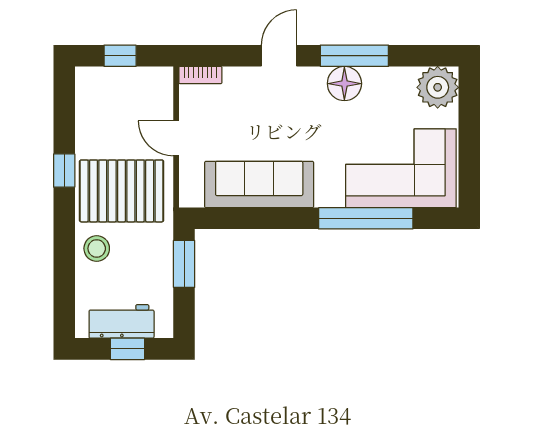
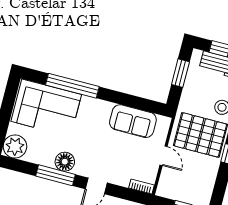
sofa: (259, 184) -> (133, 121), width x0.73
window: (184, 264) -> (180, 73), moved

